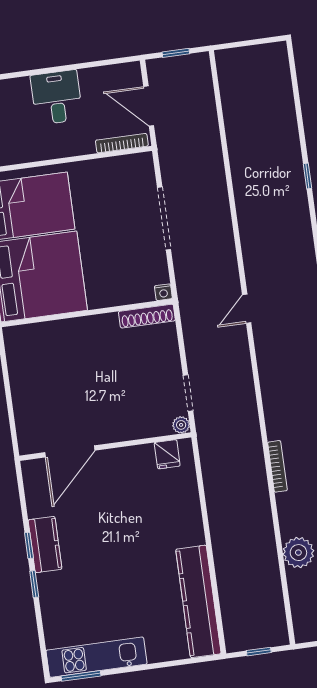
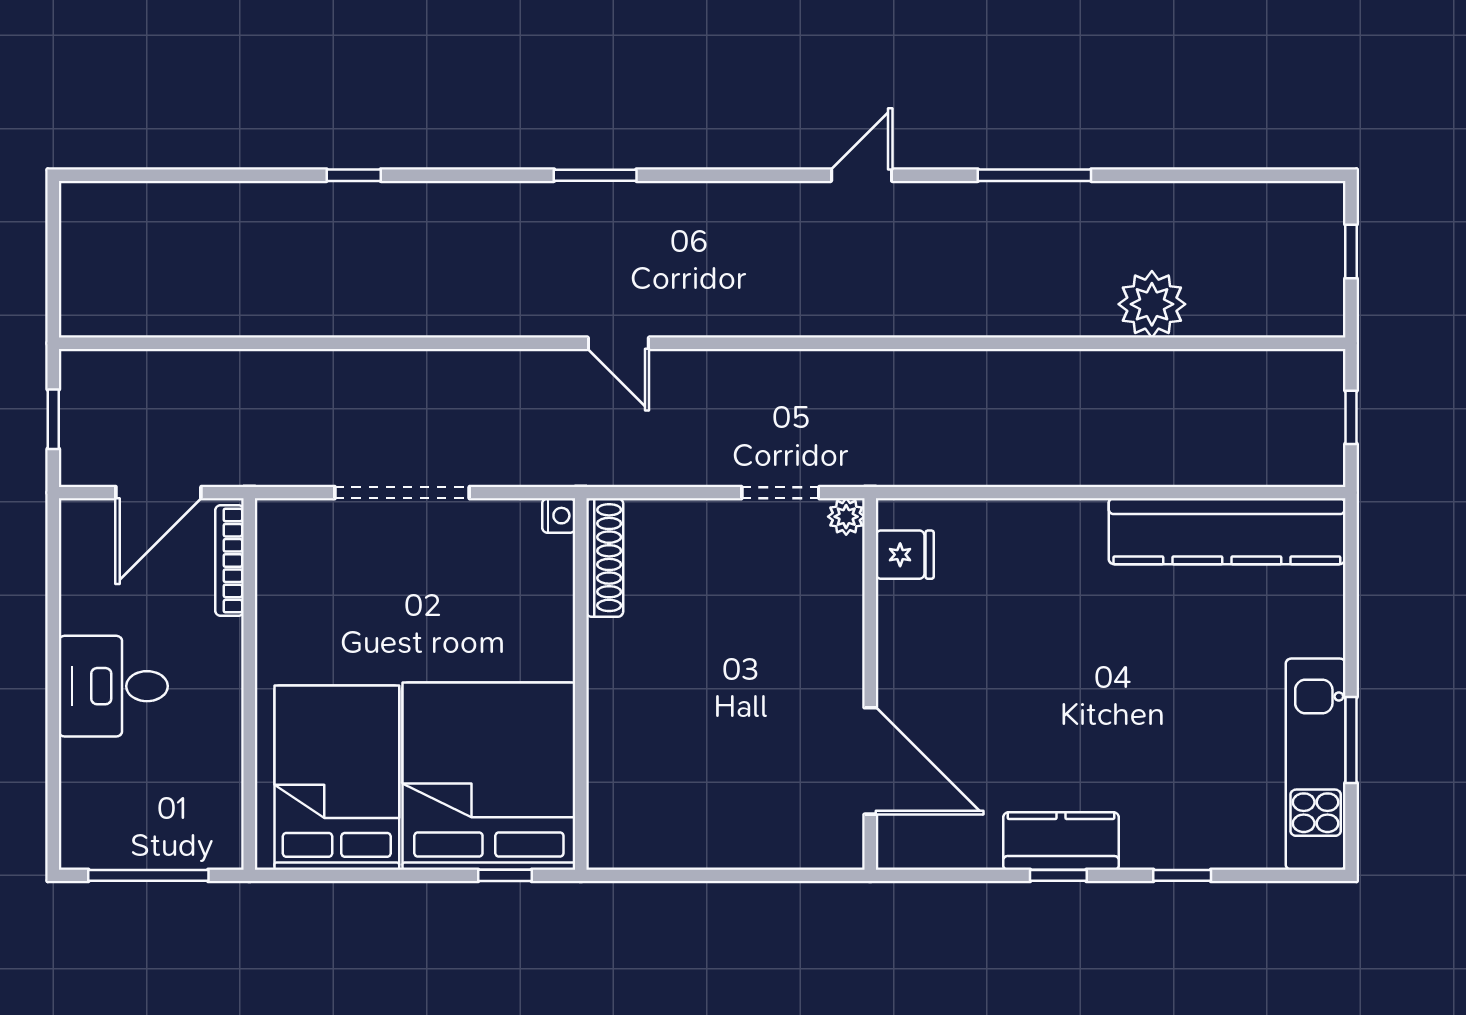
bookcase: (277, 466) -> (963, 324), removed
window: (34, 584) -> (1182, 875), moved
window: (81, 676) -> (1351, 740), moved

